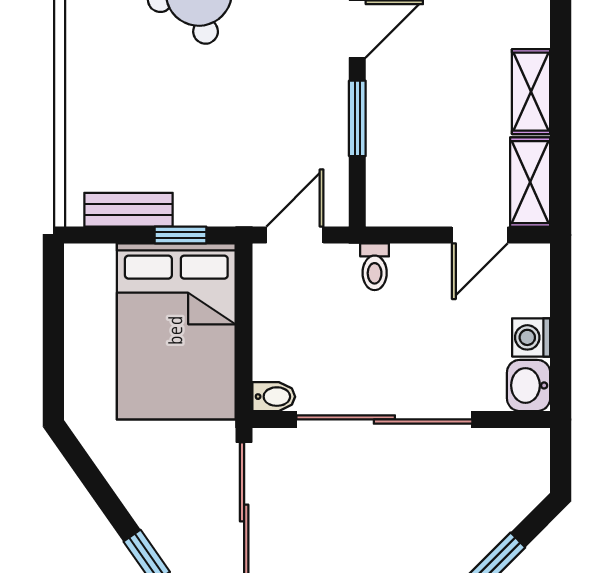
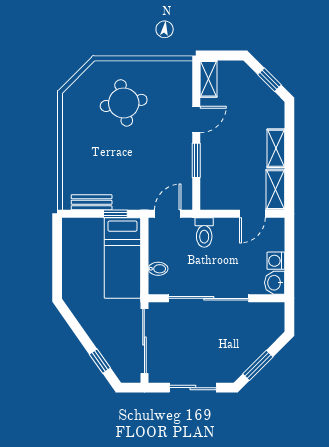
toilet: (375, 267) -> (204, 233), width x1.37, depth x1.39
bed: (176, 331) -> (122, 258), width x0.67
bidet: (274, 397) -> (158, 269), moved

